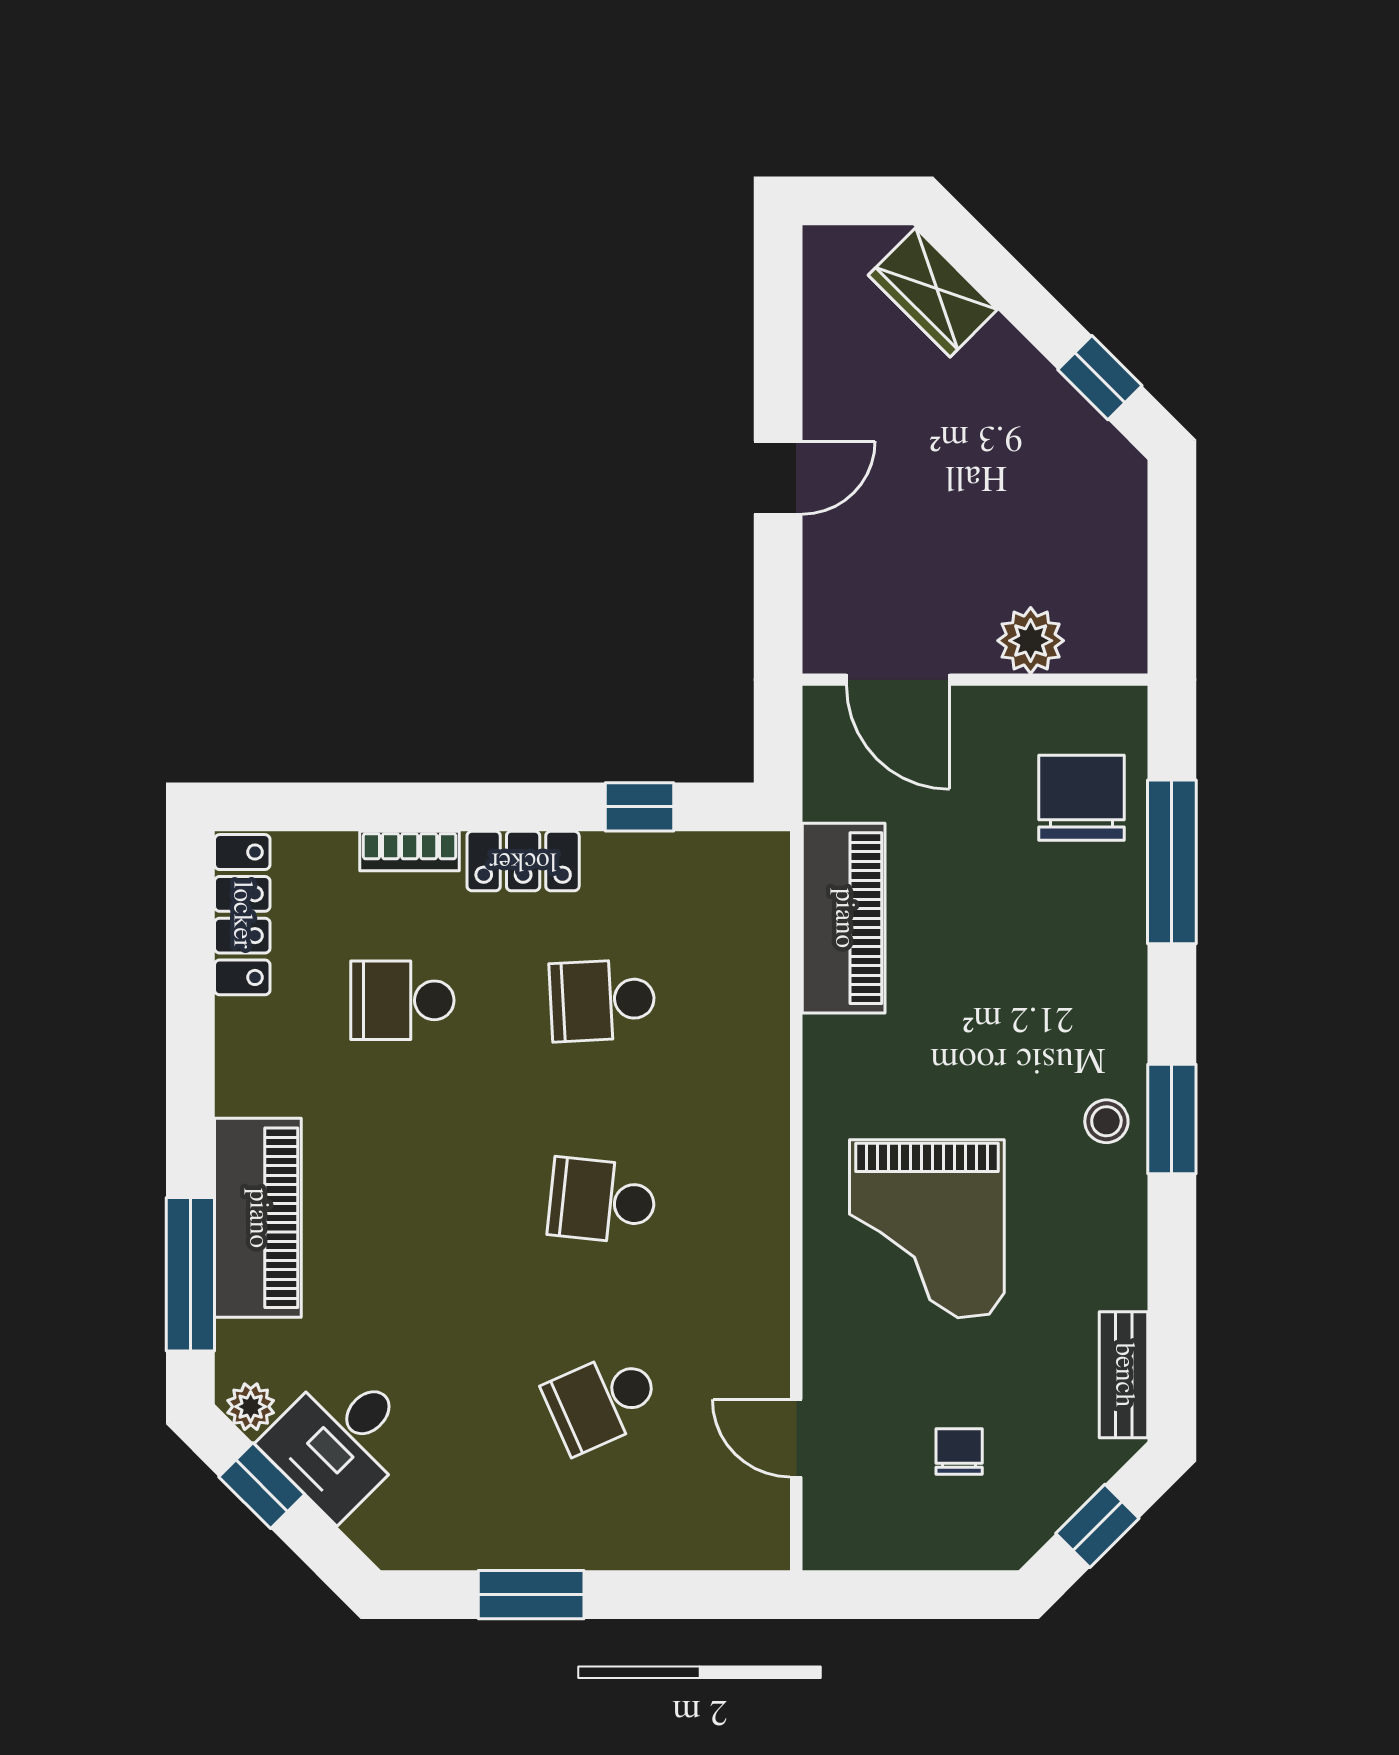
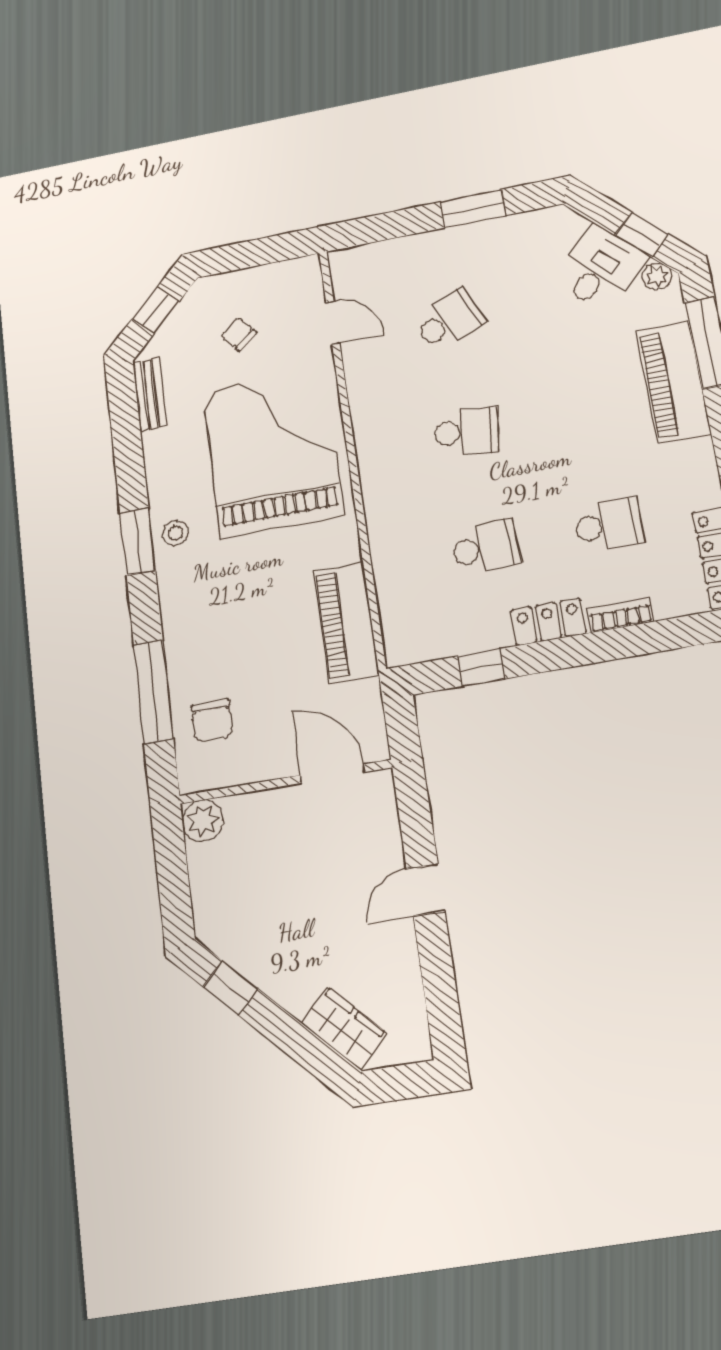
plant: (1031, 641) -> (203, 821), moved
chair: (1081, 798) -> (212, 720), width x0.73, depth x0.73
grand piano: (927, 1229) -> (273, 453), width x1.37, depth x1.48
chair: (959, 1451) -> (239, 334), turned 141

